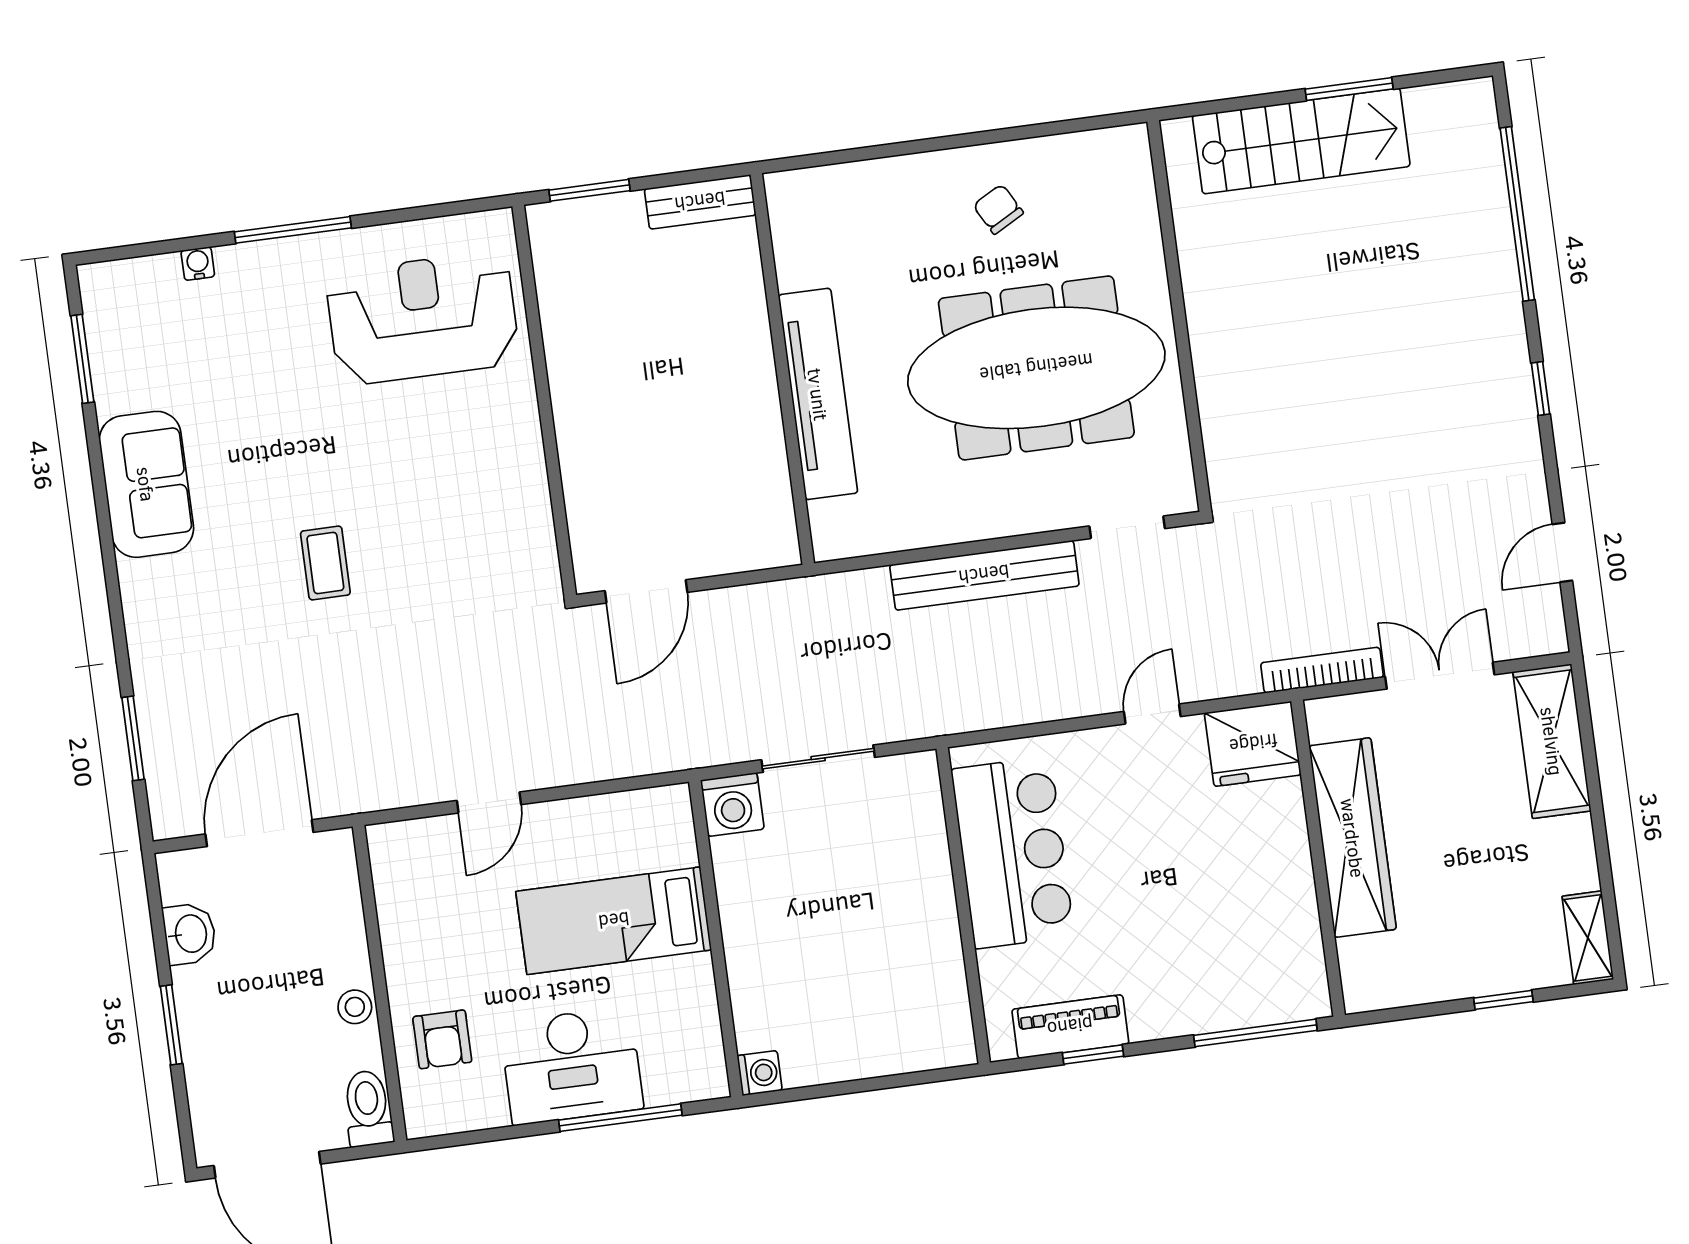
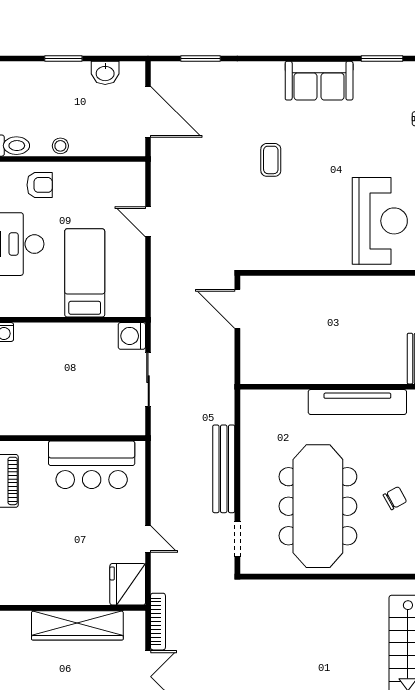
tv unit: (818, 394) -> (357, 402), moved
coffee table: (325, 563) -> (271, 160), turned 90
armchair: (442, 1039) -> (40, 185), turned 180

